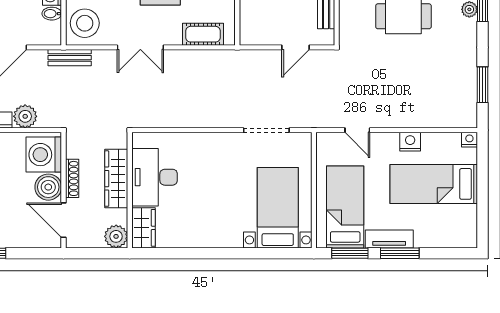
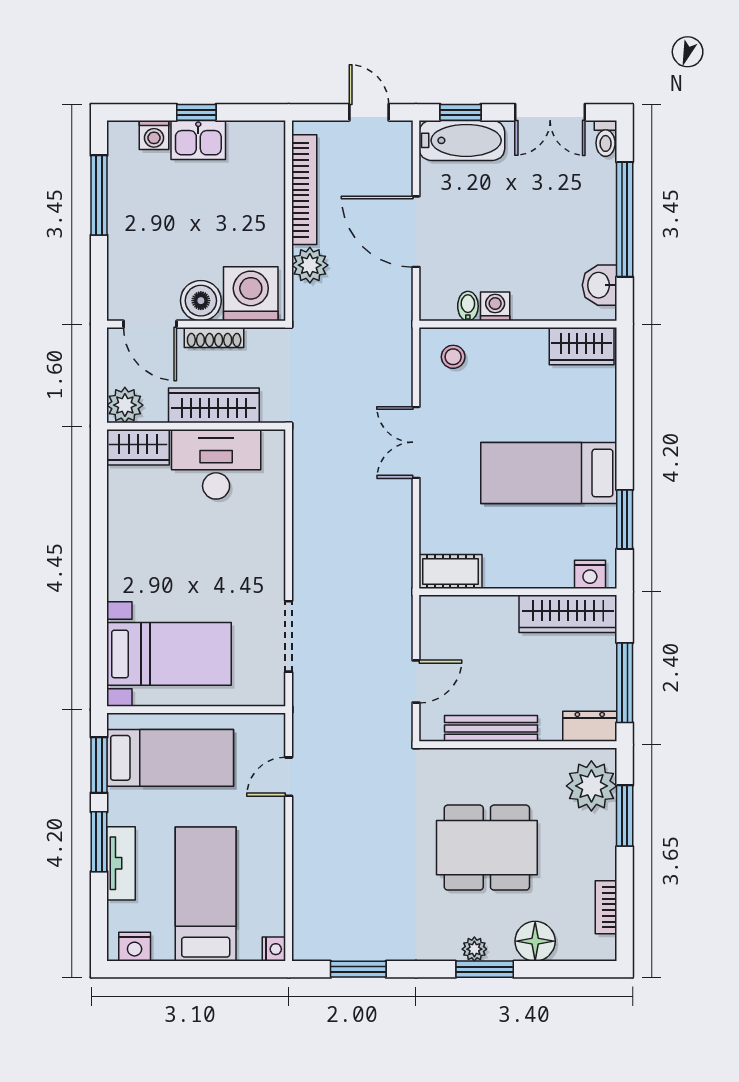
stool: (85, 23) -> (453, 357), width x0.53, depth x0.53
cot: (203, 34) -> (450, 572), moved, turned 90
door: (296, 47) -> (416, 681), swing flipped
bench: (70, 58) -> (400, 333), removed
nightstand: (410, 142) -> (135, 947), moved, turned 90
door: (64, 220) -> (150, 324), swing flipped
tv unit: (389, 239) -> (121, 863), moved

